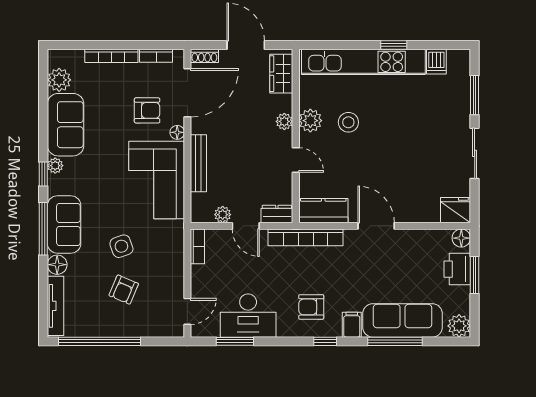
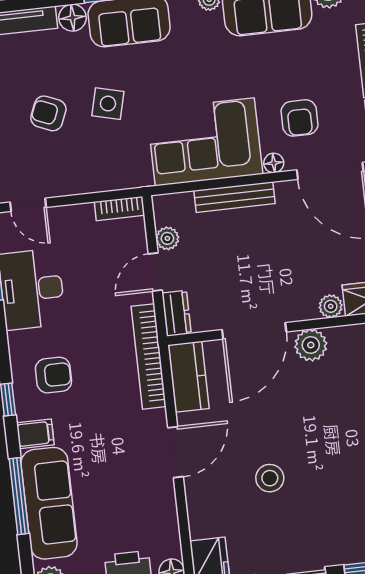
plant: (284, 121) -> (331, 306), moved
stool: (348, 122) -> (270, 478), moved
door: (296, 160) -> (254, 331), width x1.88
side table: (121, 246) -> (108, 104), turned 34
armchair: (311, 307) -> (53, 375), turned 90

